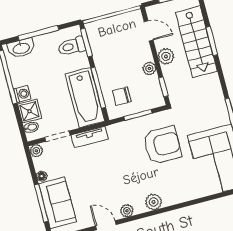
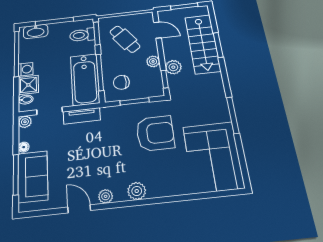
cafe table: (117, 46) -> (125, 39), added
plant: (166, 56) -> (173, 67), moved

